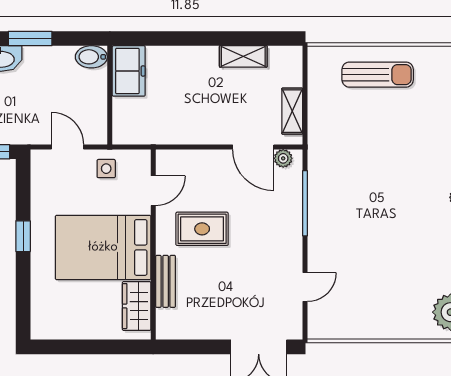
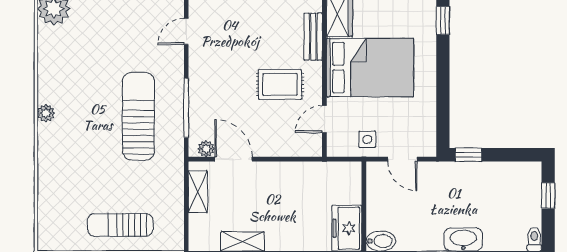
sun lounger: (358, 194) -> (138, 116), added
window: (23, 236) -> (443, 20), moved

